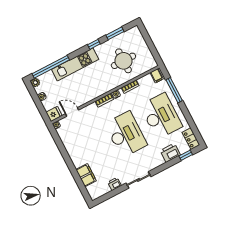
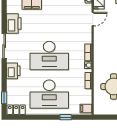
window: (174, 90) -> (66, 117), width x0.46
printer: (170, 153) -> (13, 71), moved
printer: (115, 184) -> (14, 24), width x1.87, depth x1.48

